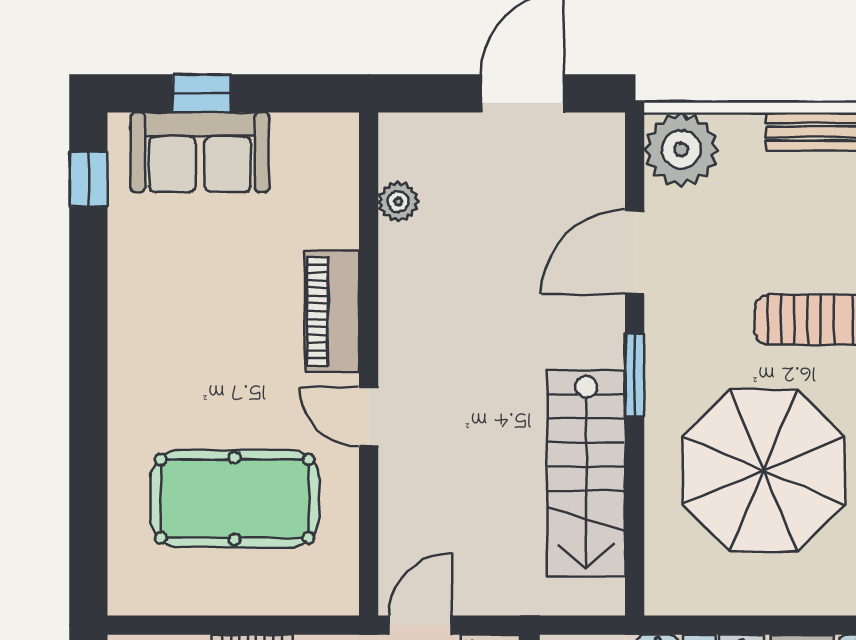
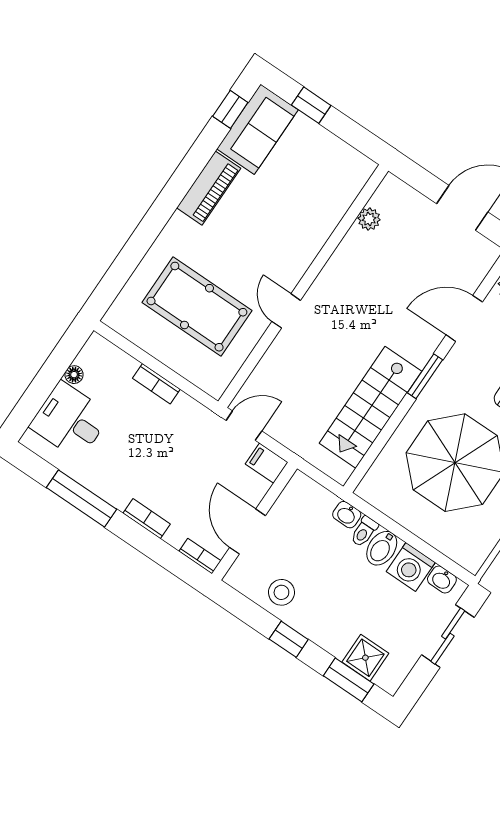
sofa: (200, 152) -> (257, 129), moved, turned -90
piano: (332, 311) -> (209, 188), moved, turned 180

